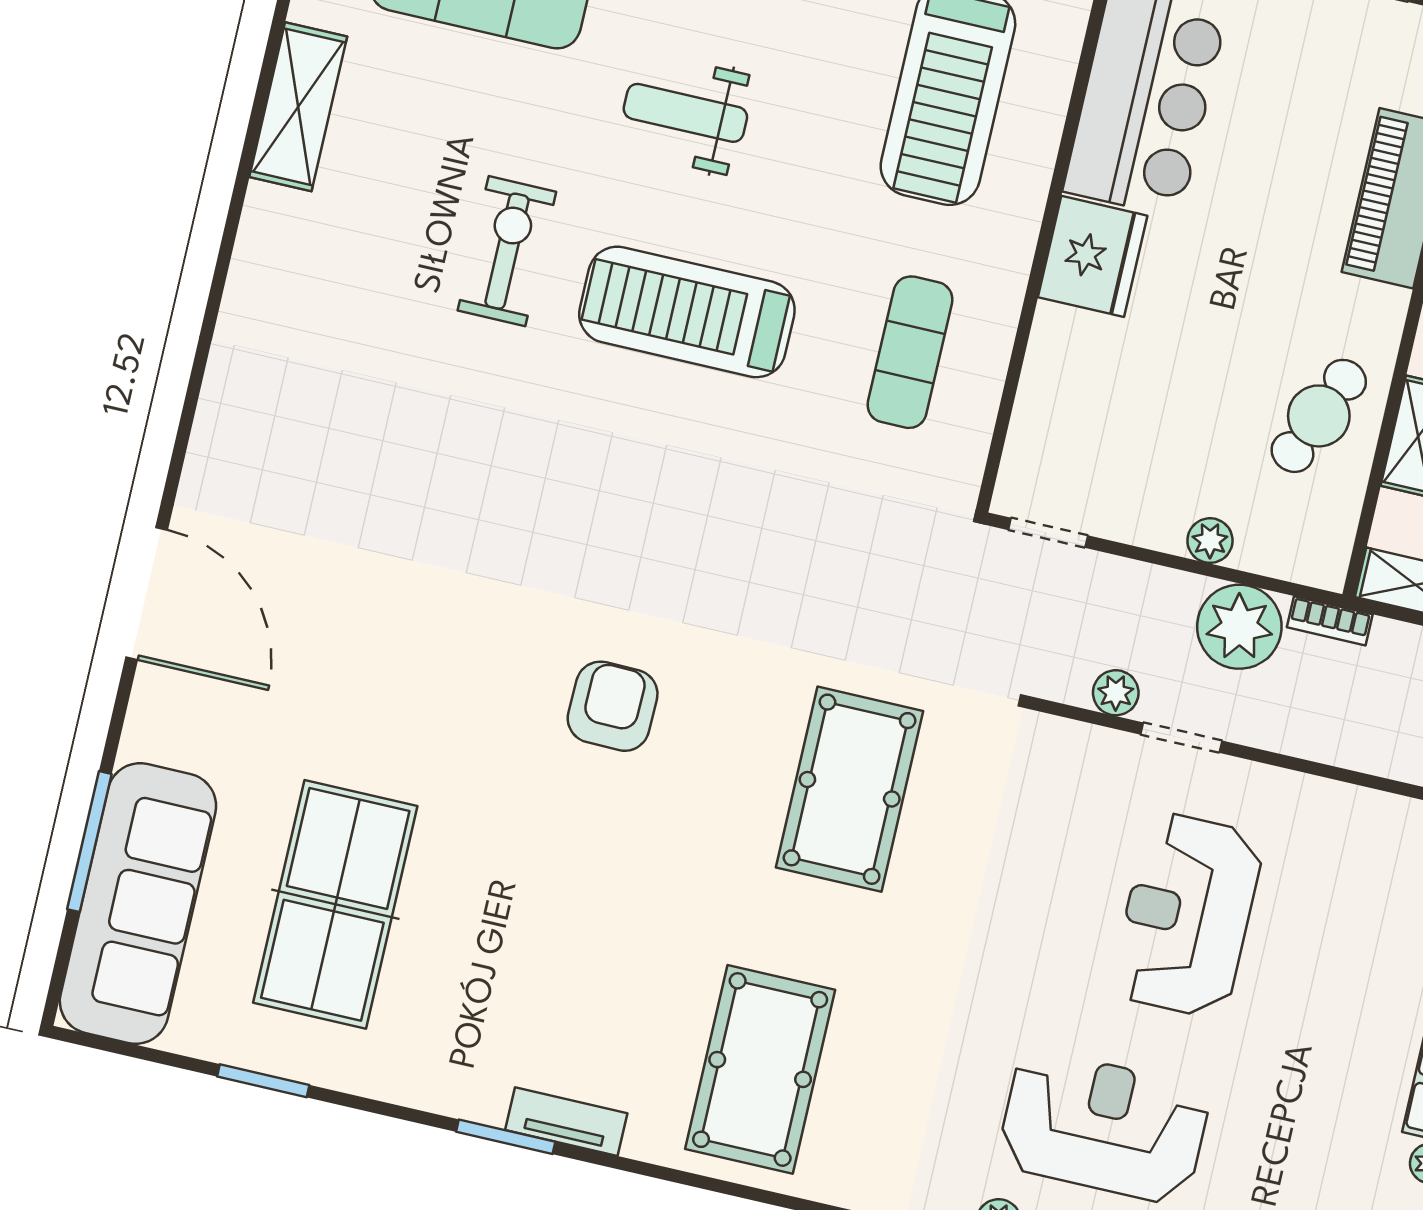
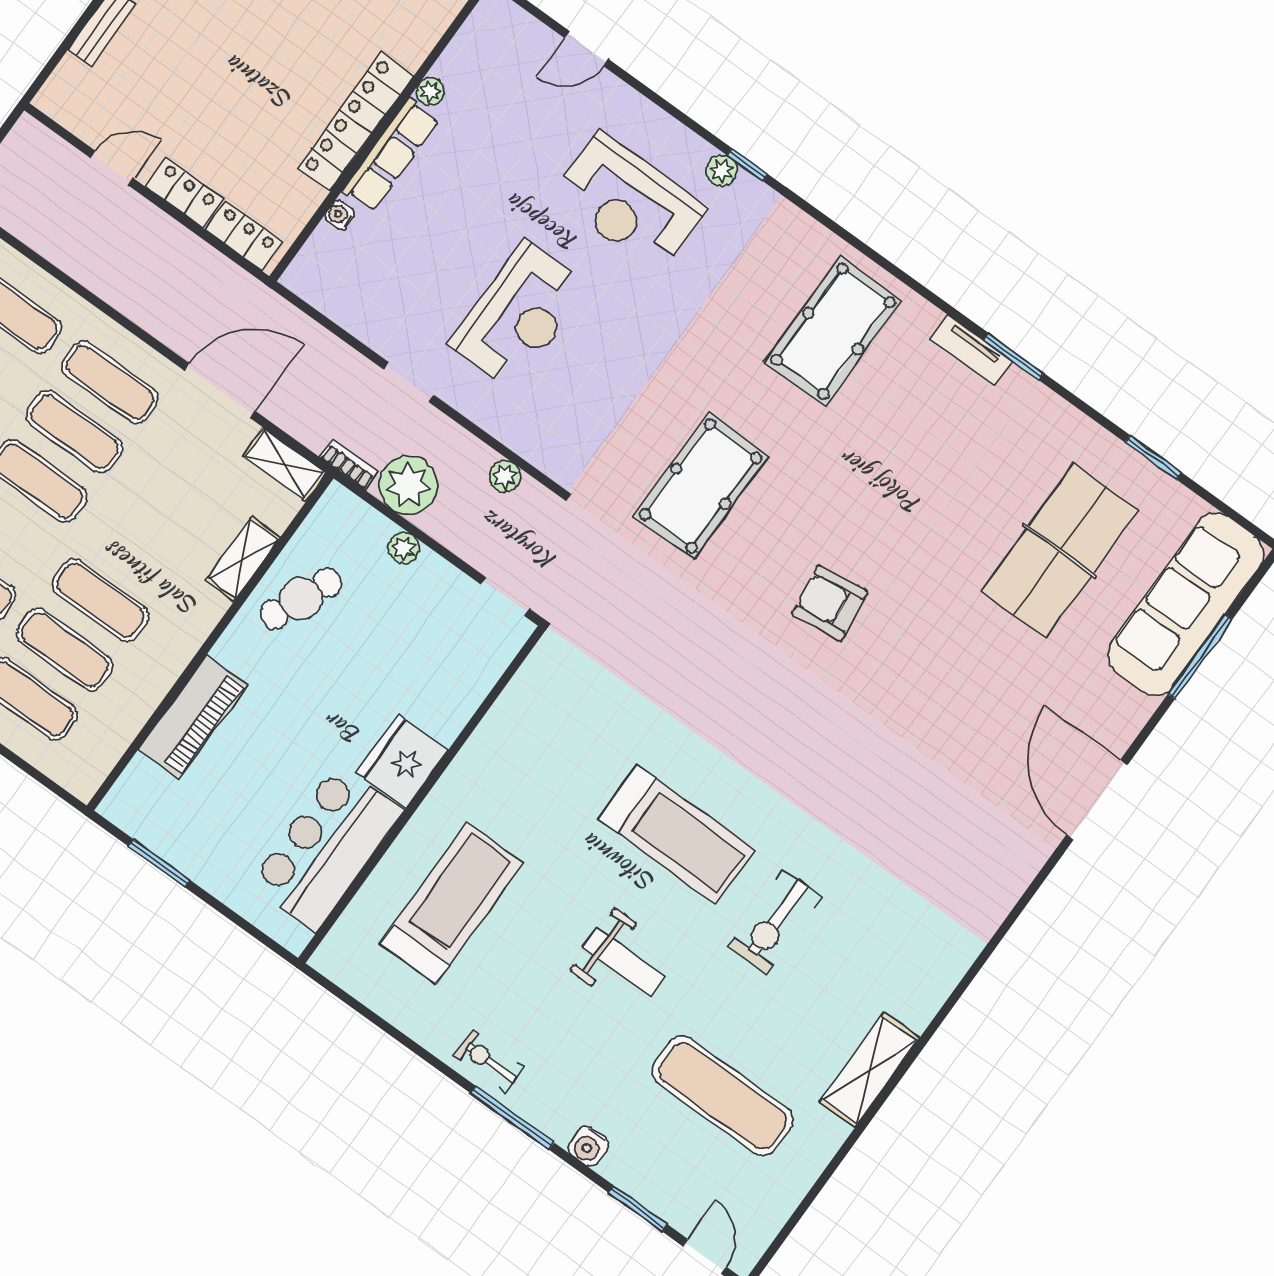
exercise mat: (910, 352) -> (545, 749), removed
armchair: (613, 706) -> (830, 603), turned 82
doorway: (1181, 738) -> (409, 382), moved

